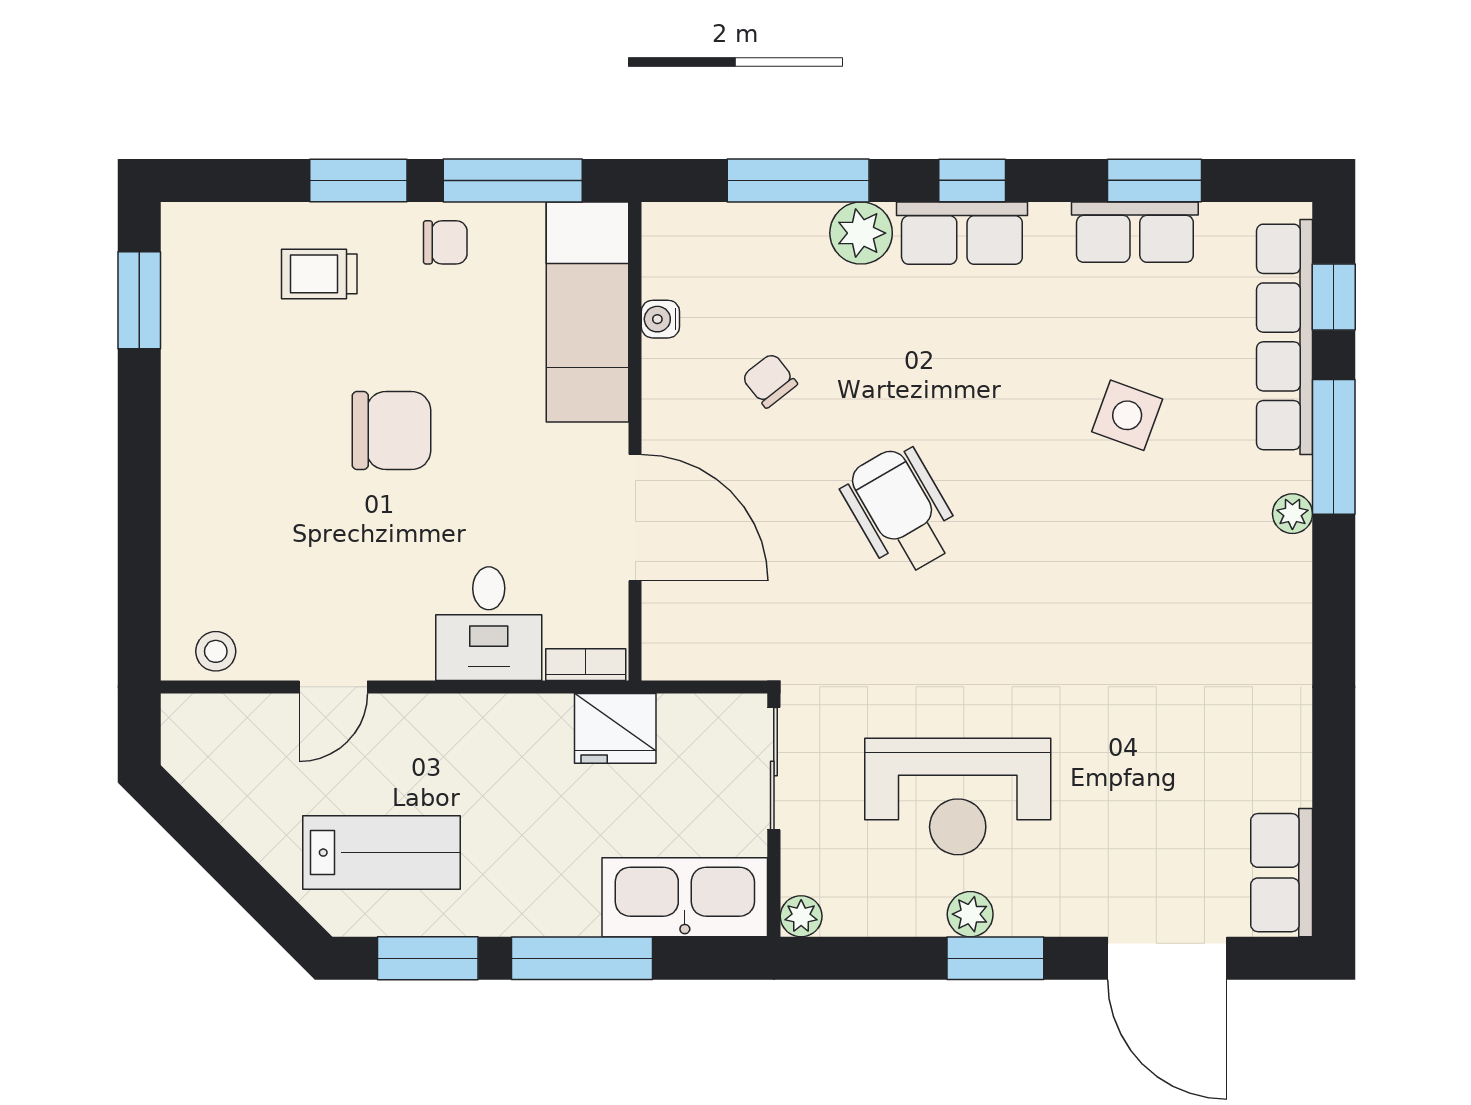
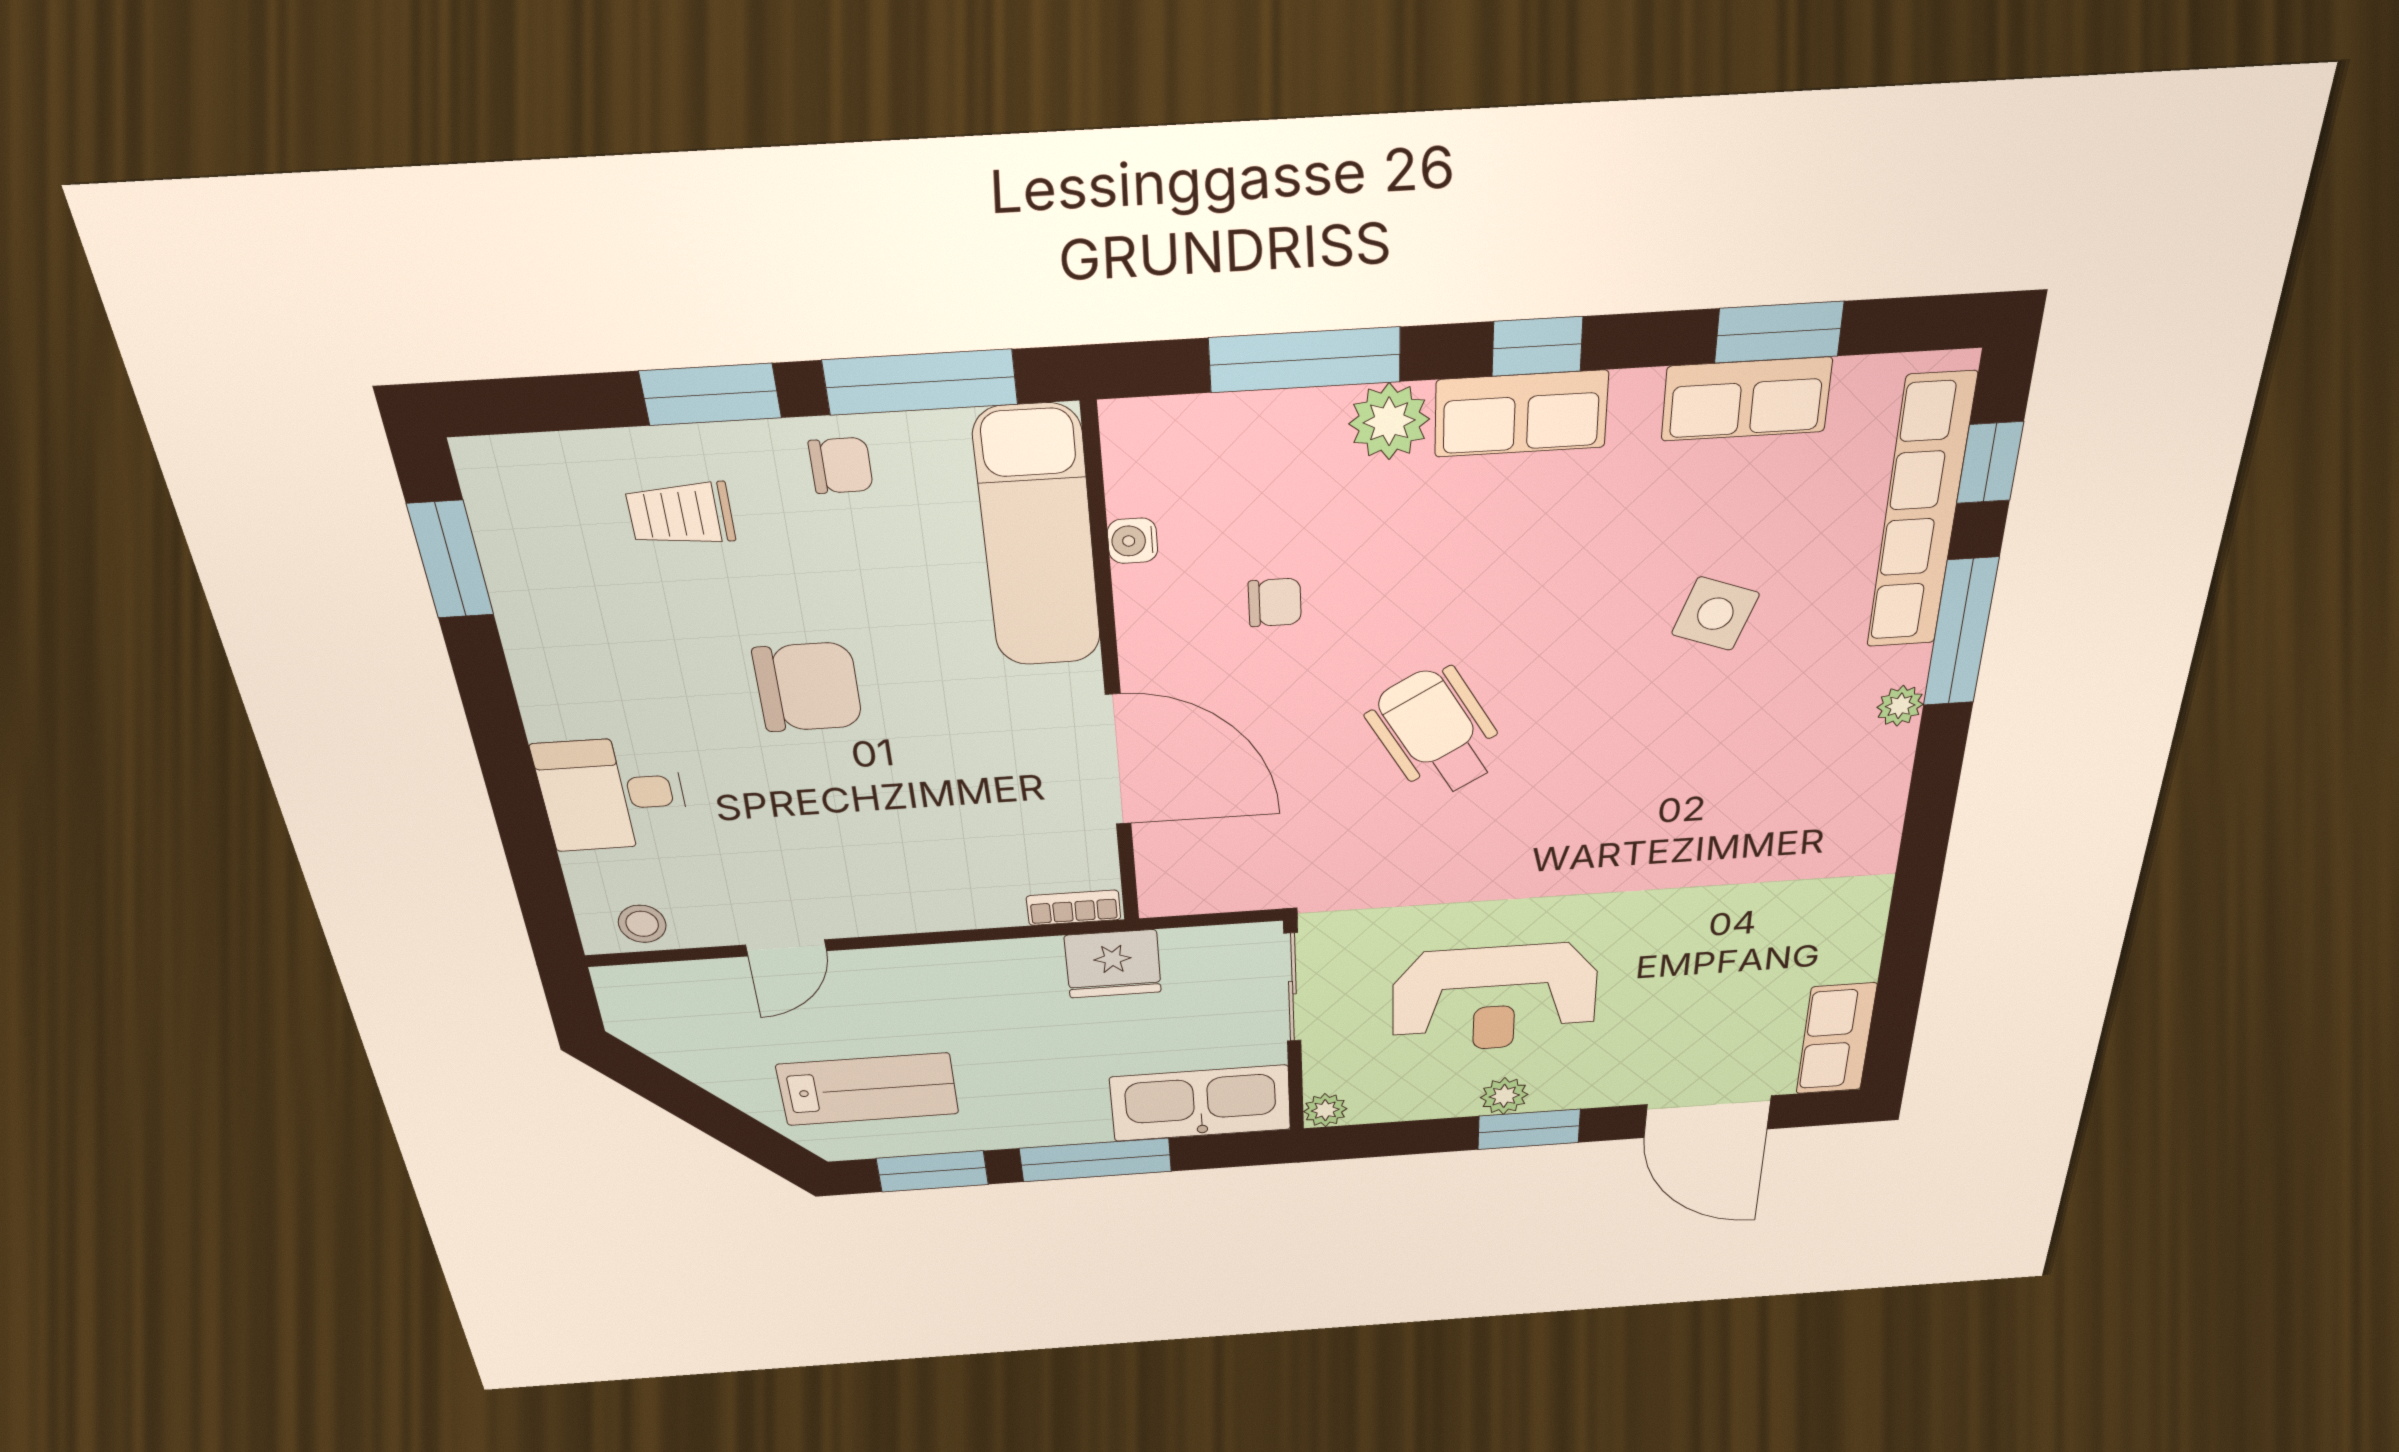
chair: (770, 380) -> (1275, 602), turned 128
desk: (489, 624) -> (612, 794), moved, turned 90

